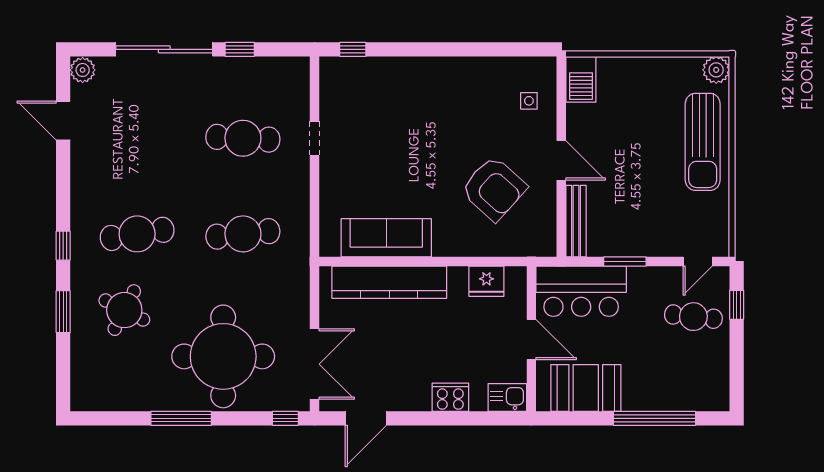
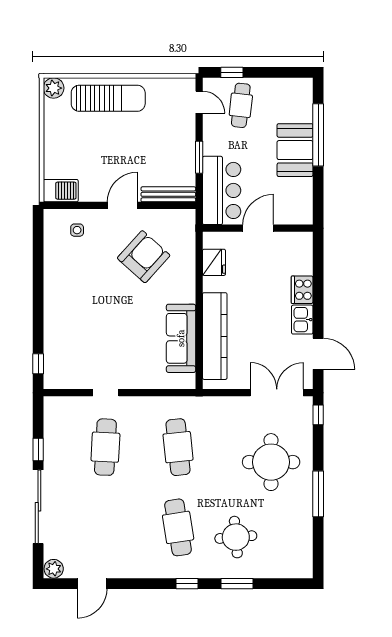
round table: (124, 310) -> (236, 537), turned -32
round table: (223, 356) -> (271, 462), width x0.73, depth x0.73
booth: (586, 388) -> (295, 150), moved
kitchen sink: (507, 398) -> (302, 320), moved

